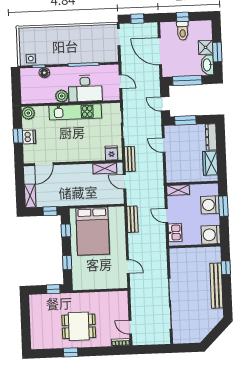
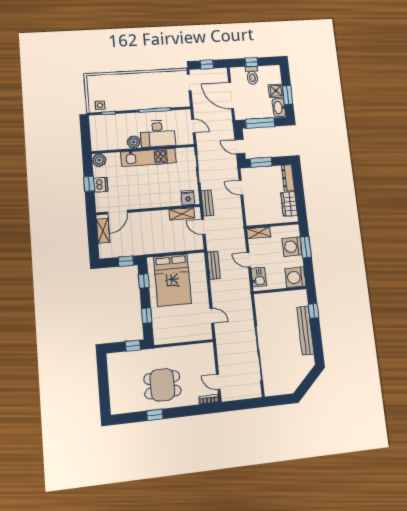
floor lamp: (44, 73) -> (115, 119), removed
shelving: (30, 196) -> (103, 231), moved

